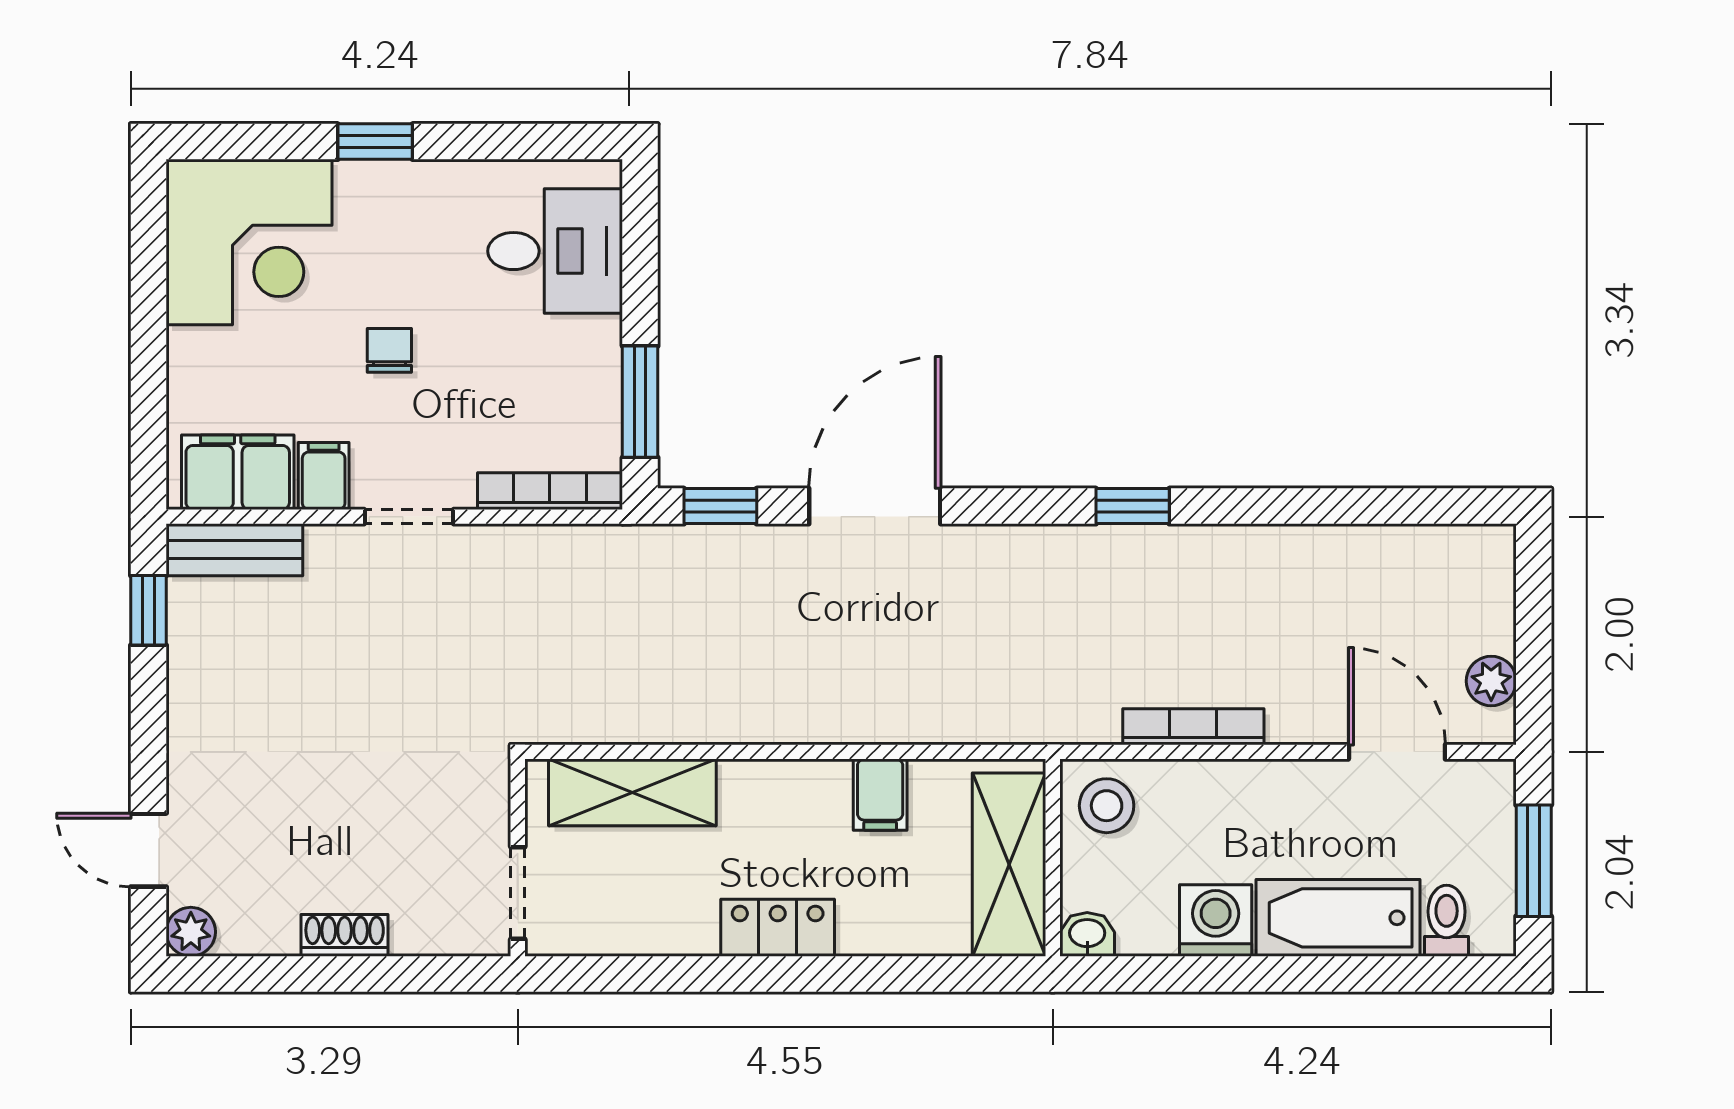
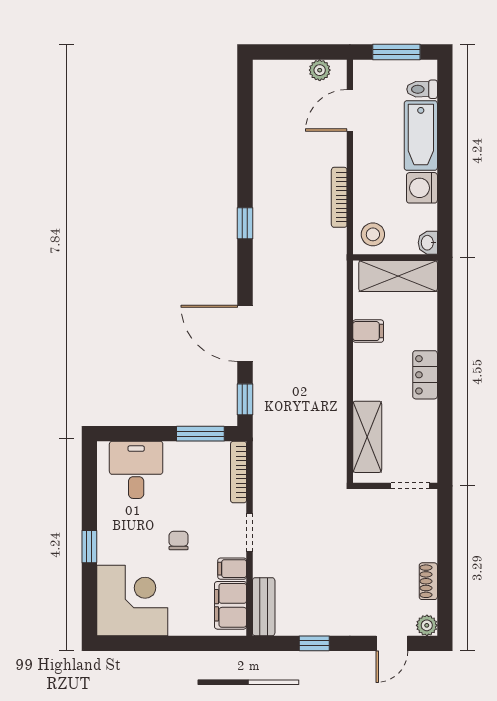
chair: (389, 350) -> (179, 541), turned 90
window: (149, 610) -> (314, 643), moved
shoe rack: (345, 935) -> (428, 581), moved

